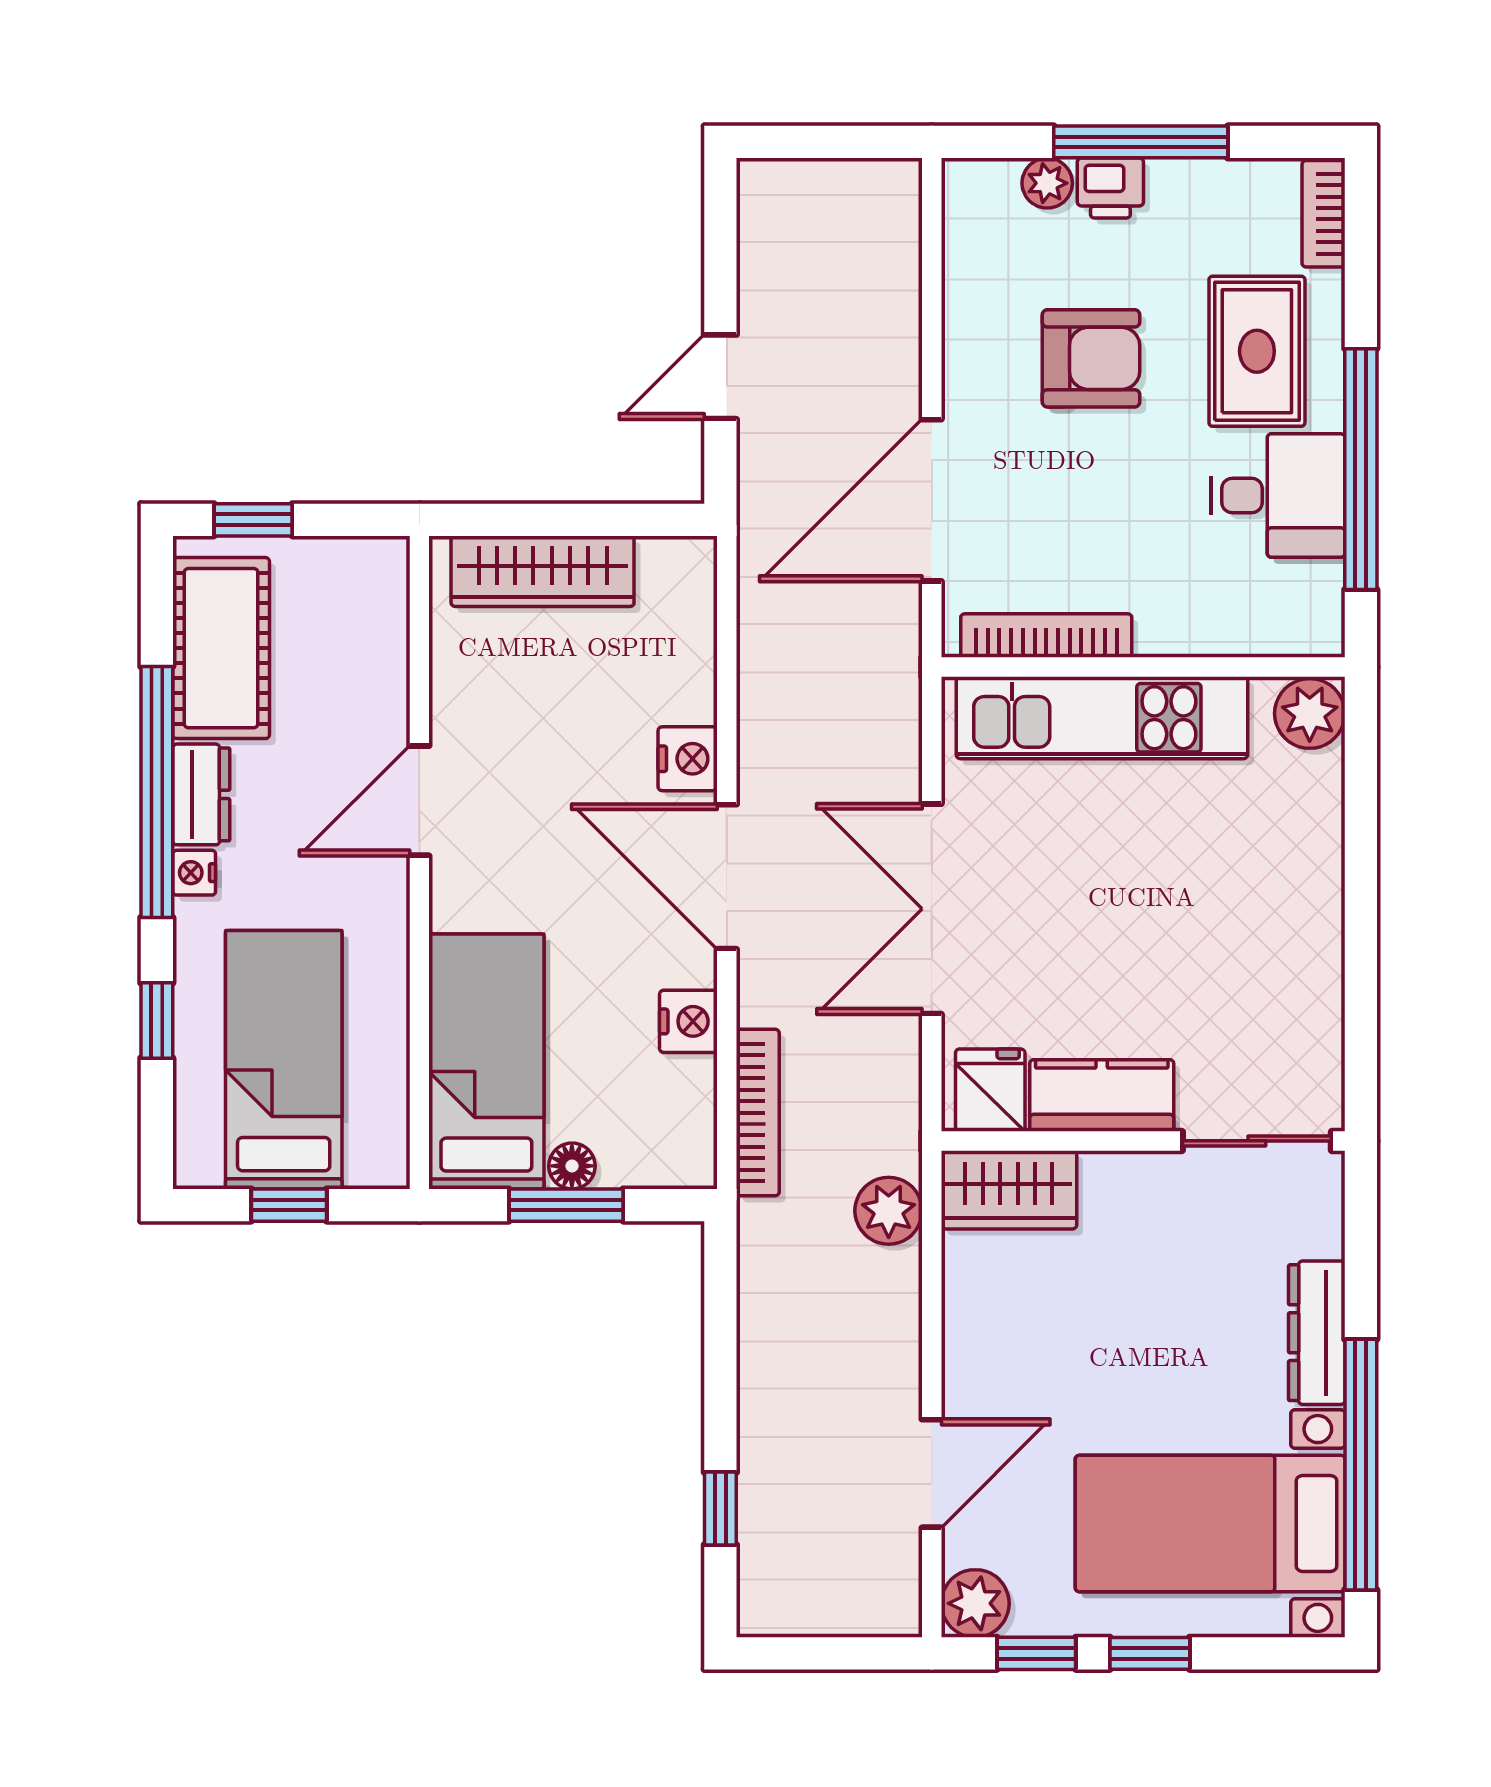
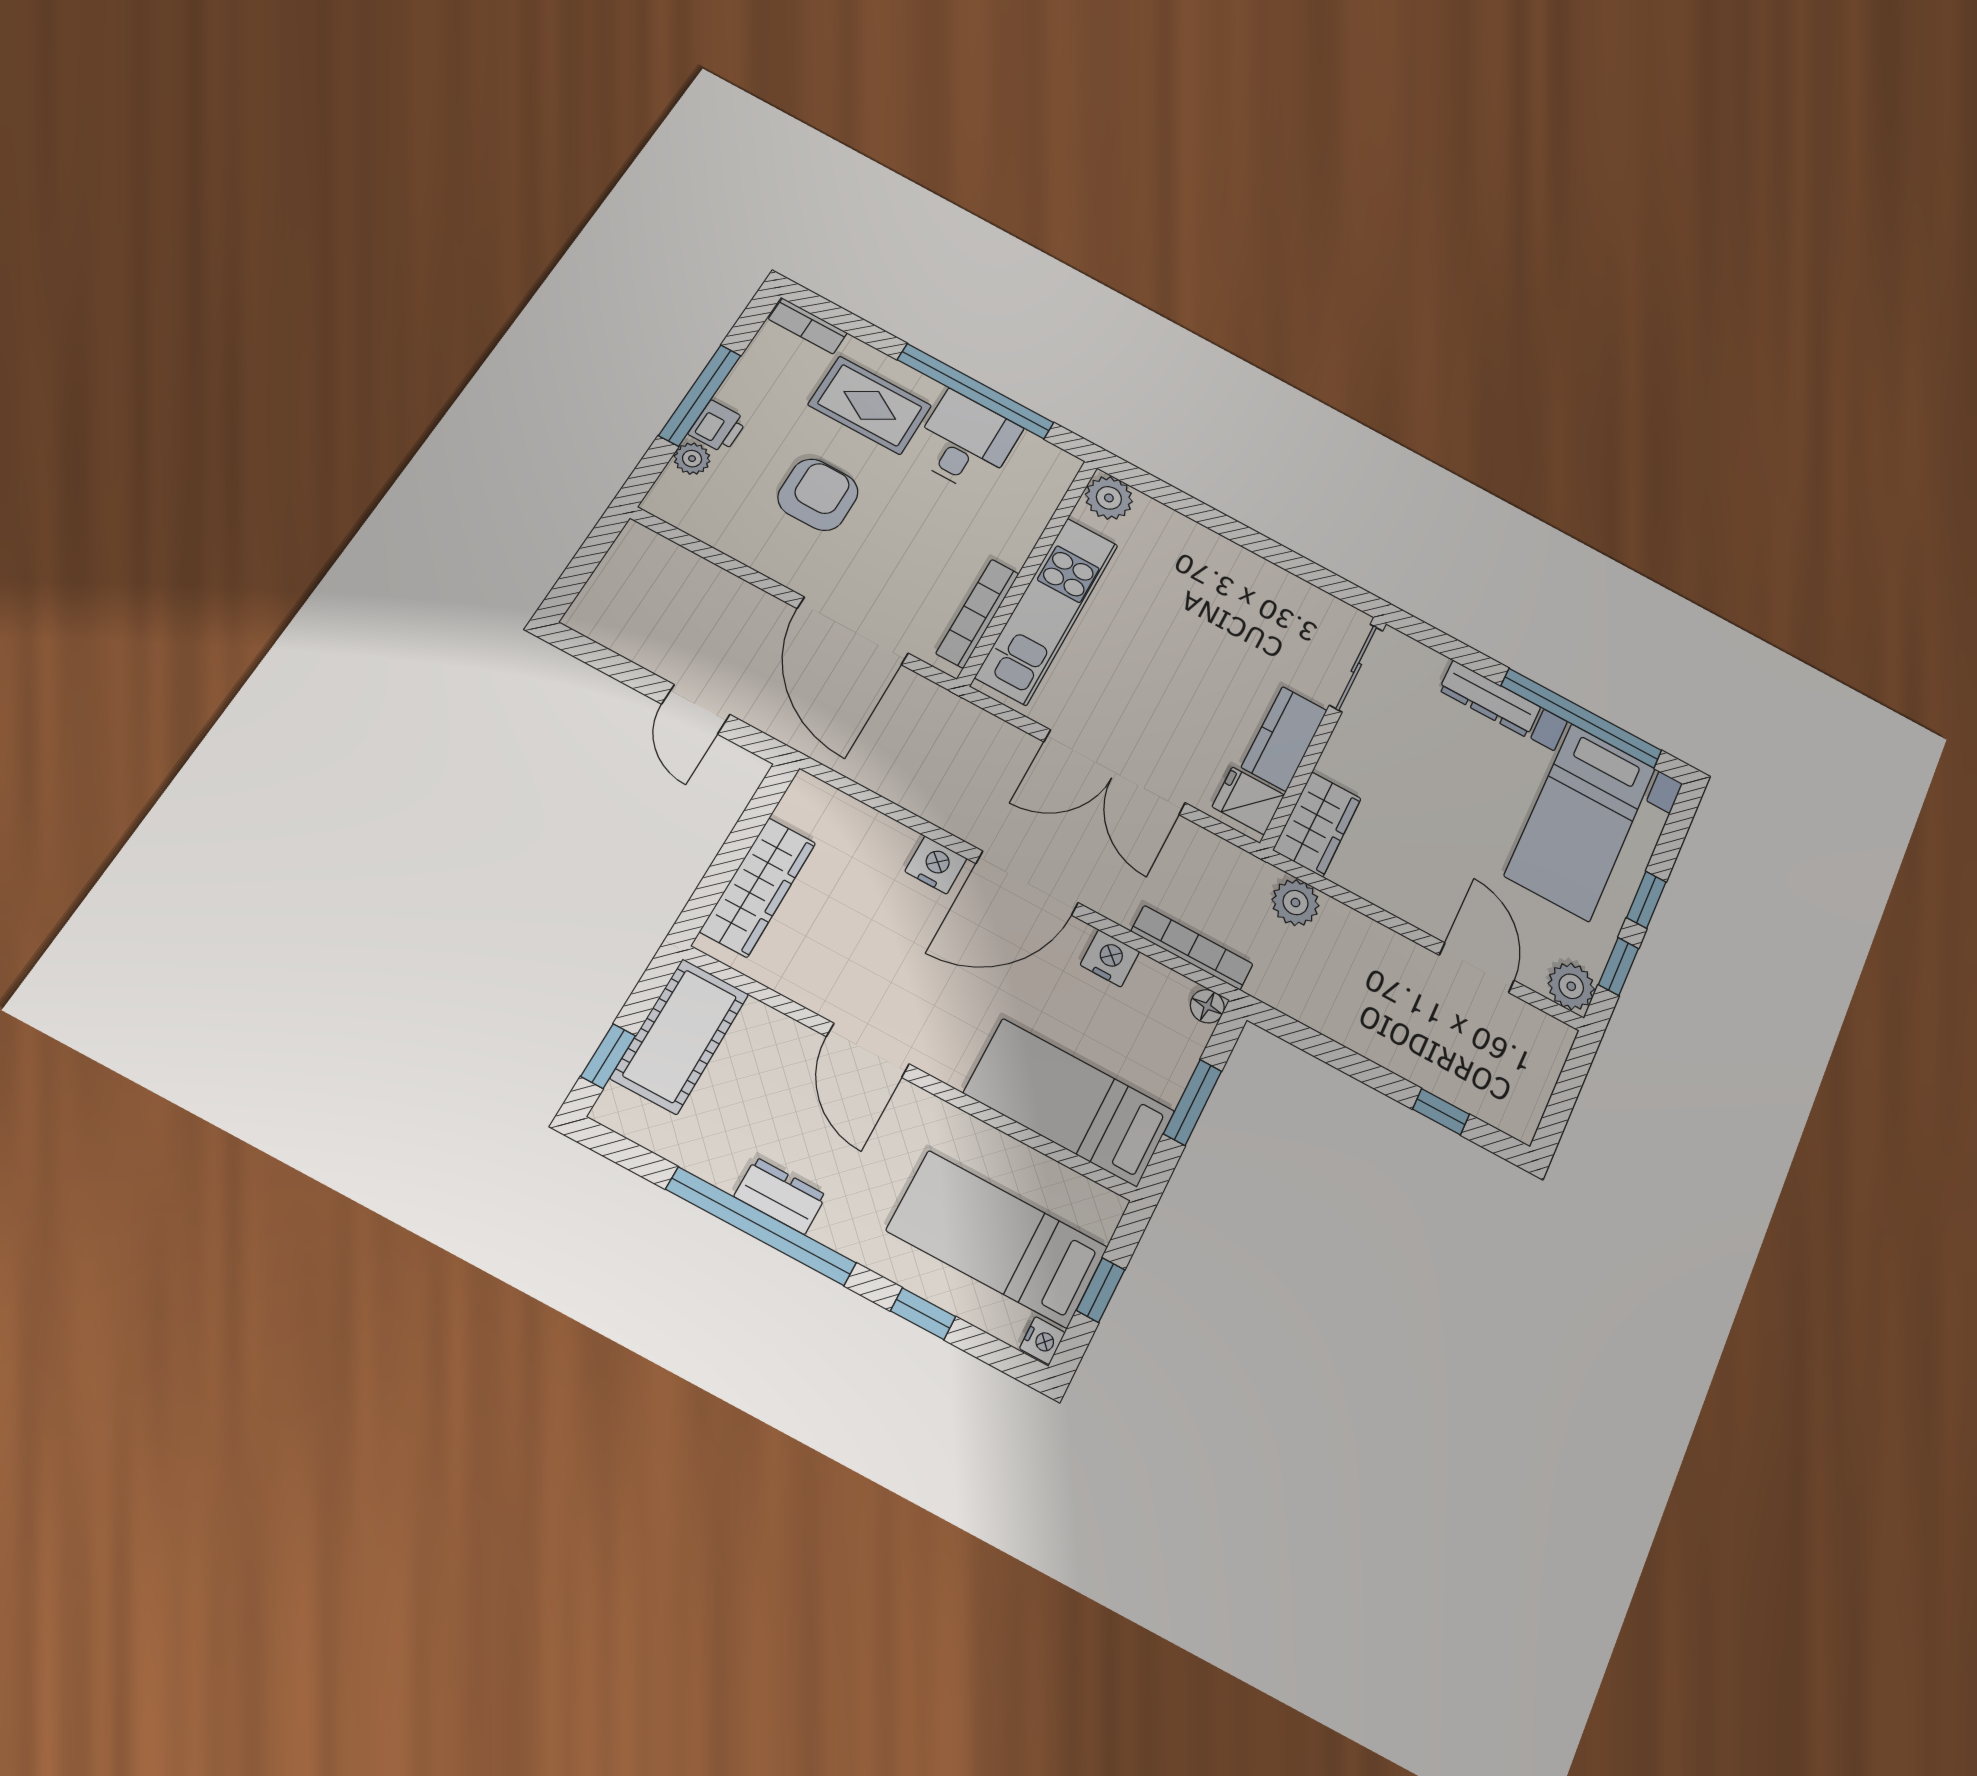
cot: (221, 648) -> (680, 1036), moved, turned 90
nightstand: (194, 873) -> (1042, 1341), moved, turned -90
floor lamp: (572, 1166) -> (1207, 1006), moved

